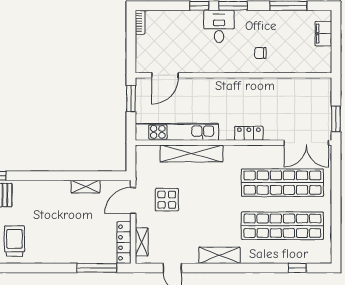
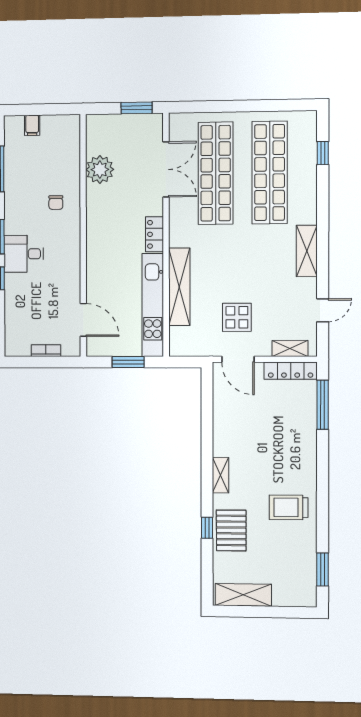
bookcase: (140, 22) -> (46, 351), moved
filing cabinet: (323, 34) -> (32, 125), width x0.50
plant: (287, 89) -> (100, 170), added
window: (131, 99) -> (128, 362), moved
locker: (249, 133) -> (154, 234), moved
double door: (306, 143) -> (166, 169), moved
shelving: (86, 187) -> (221, 475), moved

